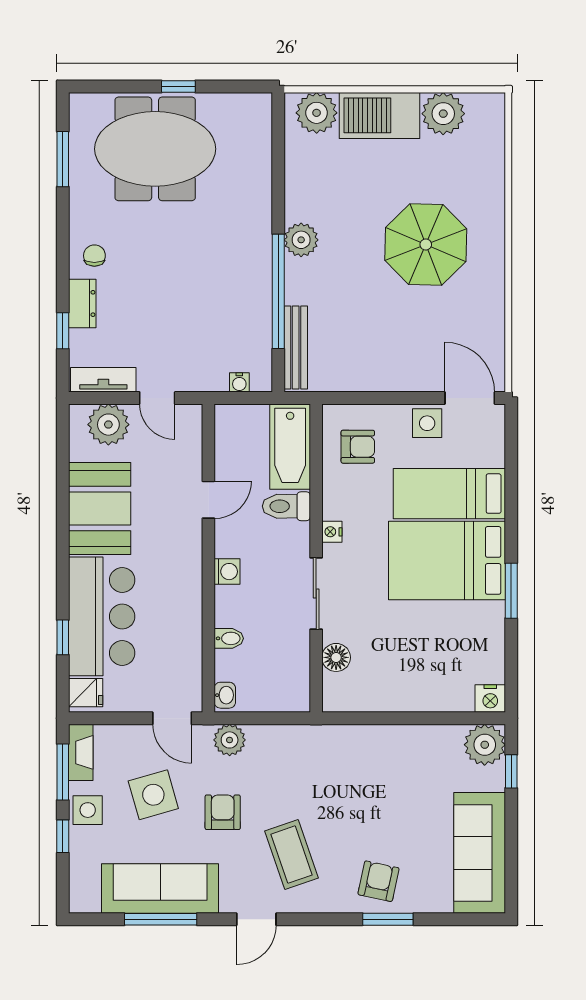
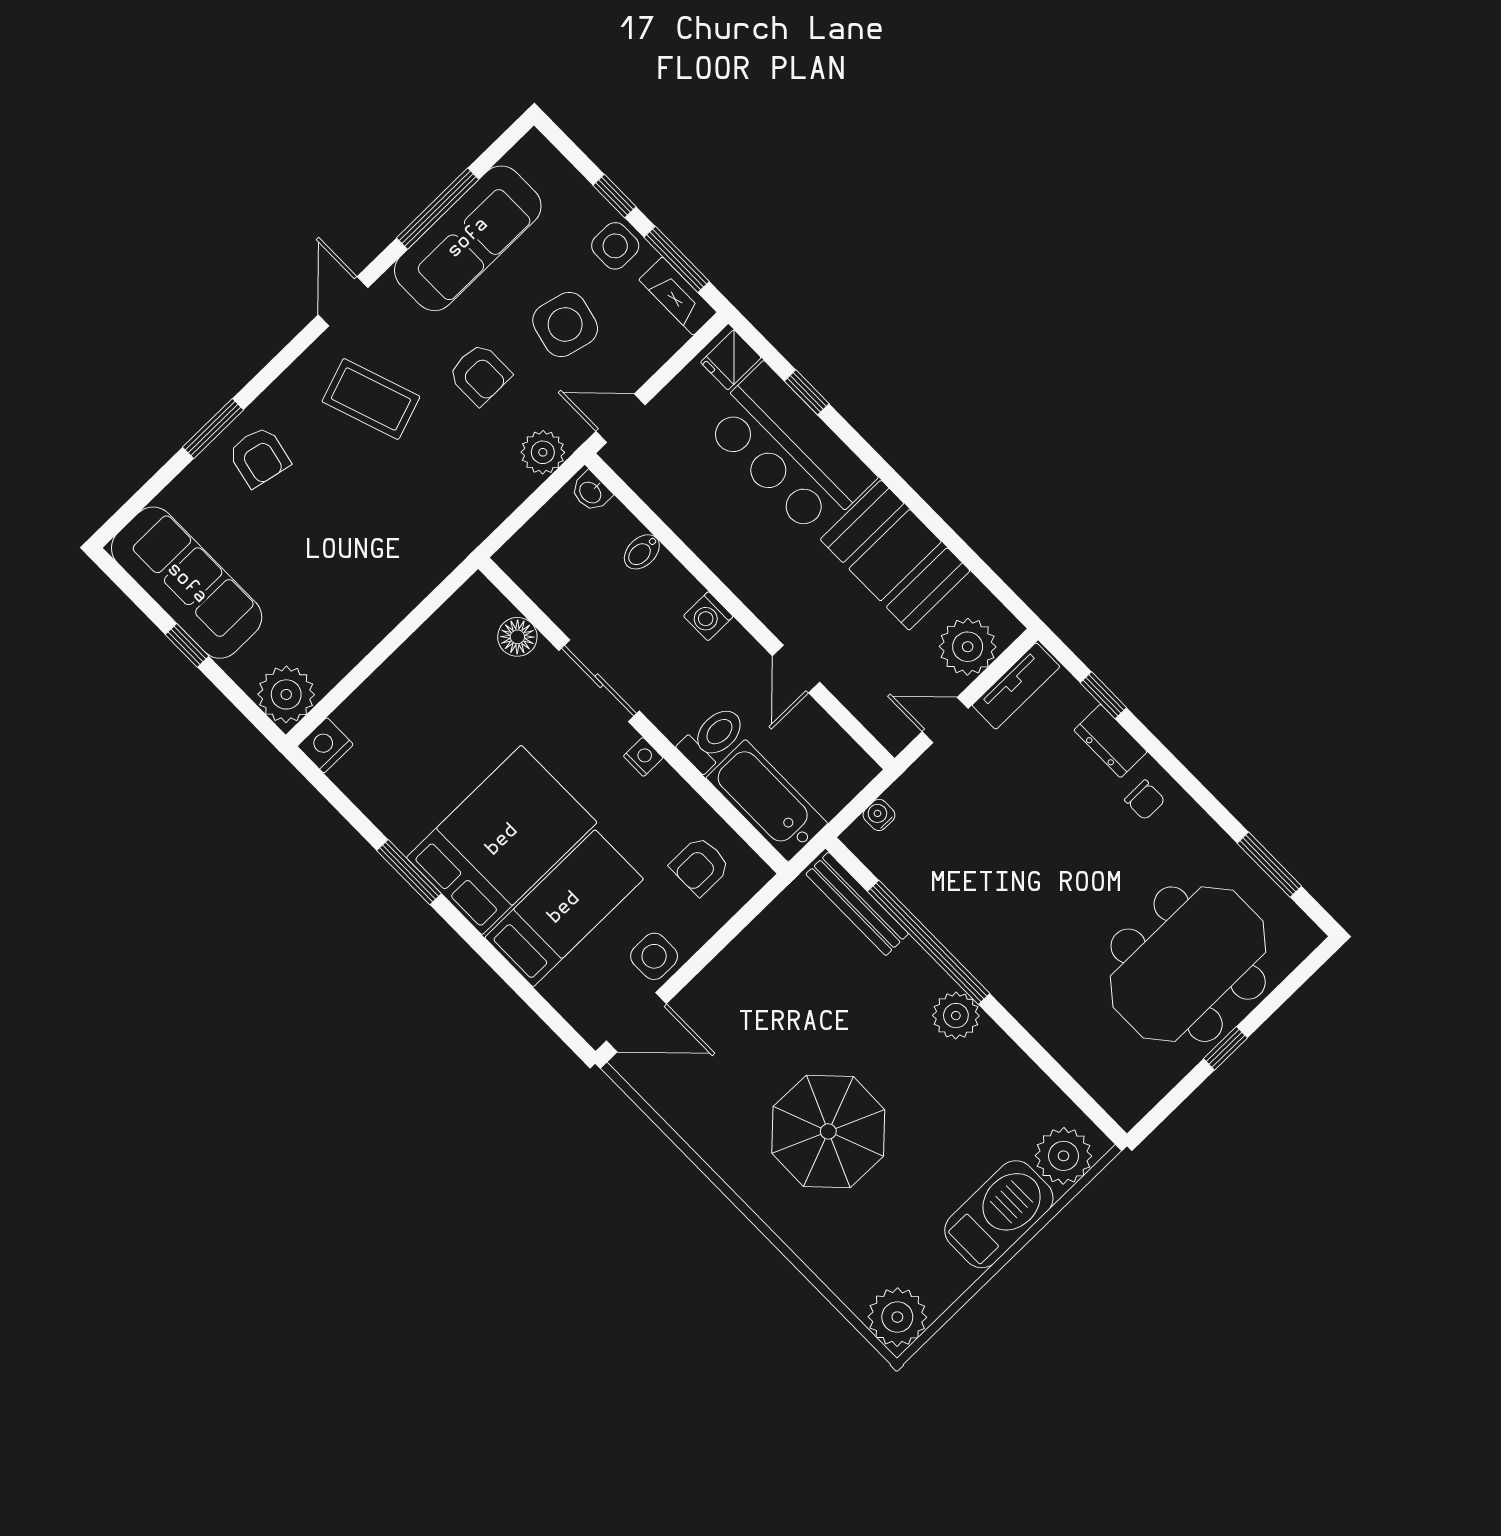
plant: (443, 114) -> (897, 1317), moved
window: (511, 771) -> (187, 645), moved
side table: (153, 795) -> (565, 324), turned 30

